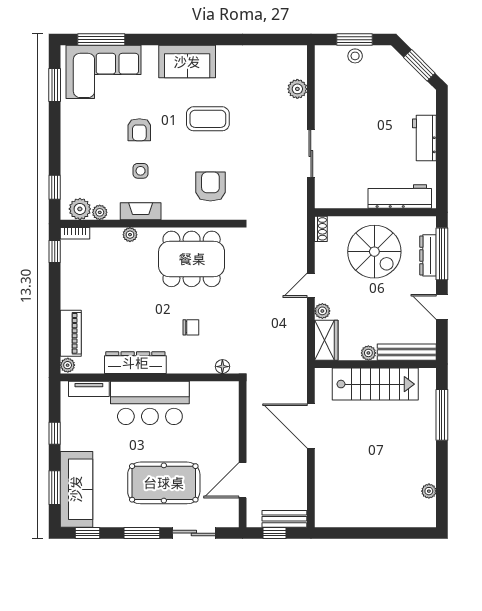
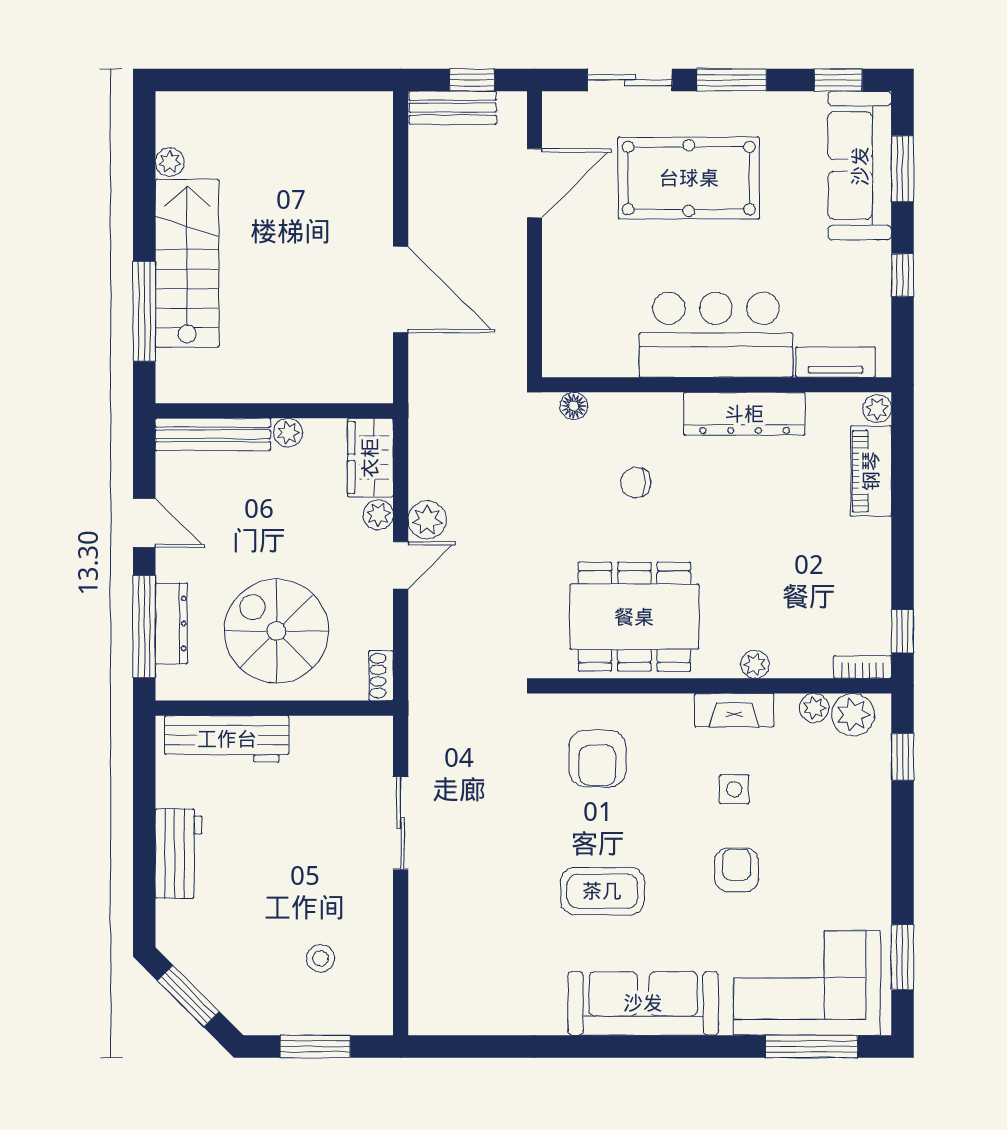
stool: (355, 56) -> (320, 958), moved
sofa: (187, 62) -> (643, 1003), width x1.36
plant: (297, 89) -> (427, 520), moved
stairs: (375, 384) -> (187, 263), moved, turned 90

